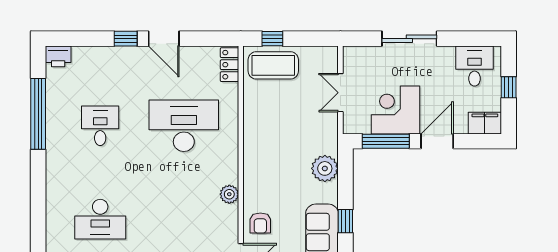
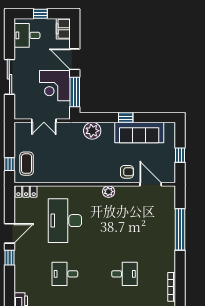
coffee table: (273, 65) -> (27, 164), width x0.73, depth x0.76
desk: (100, 219) -> (124, 274), width x0.73

